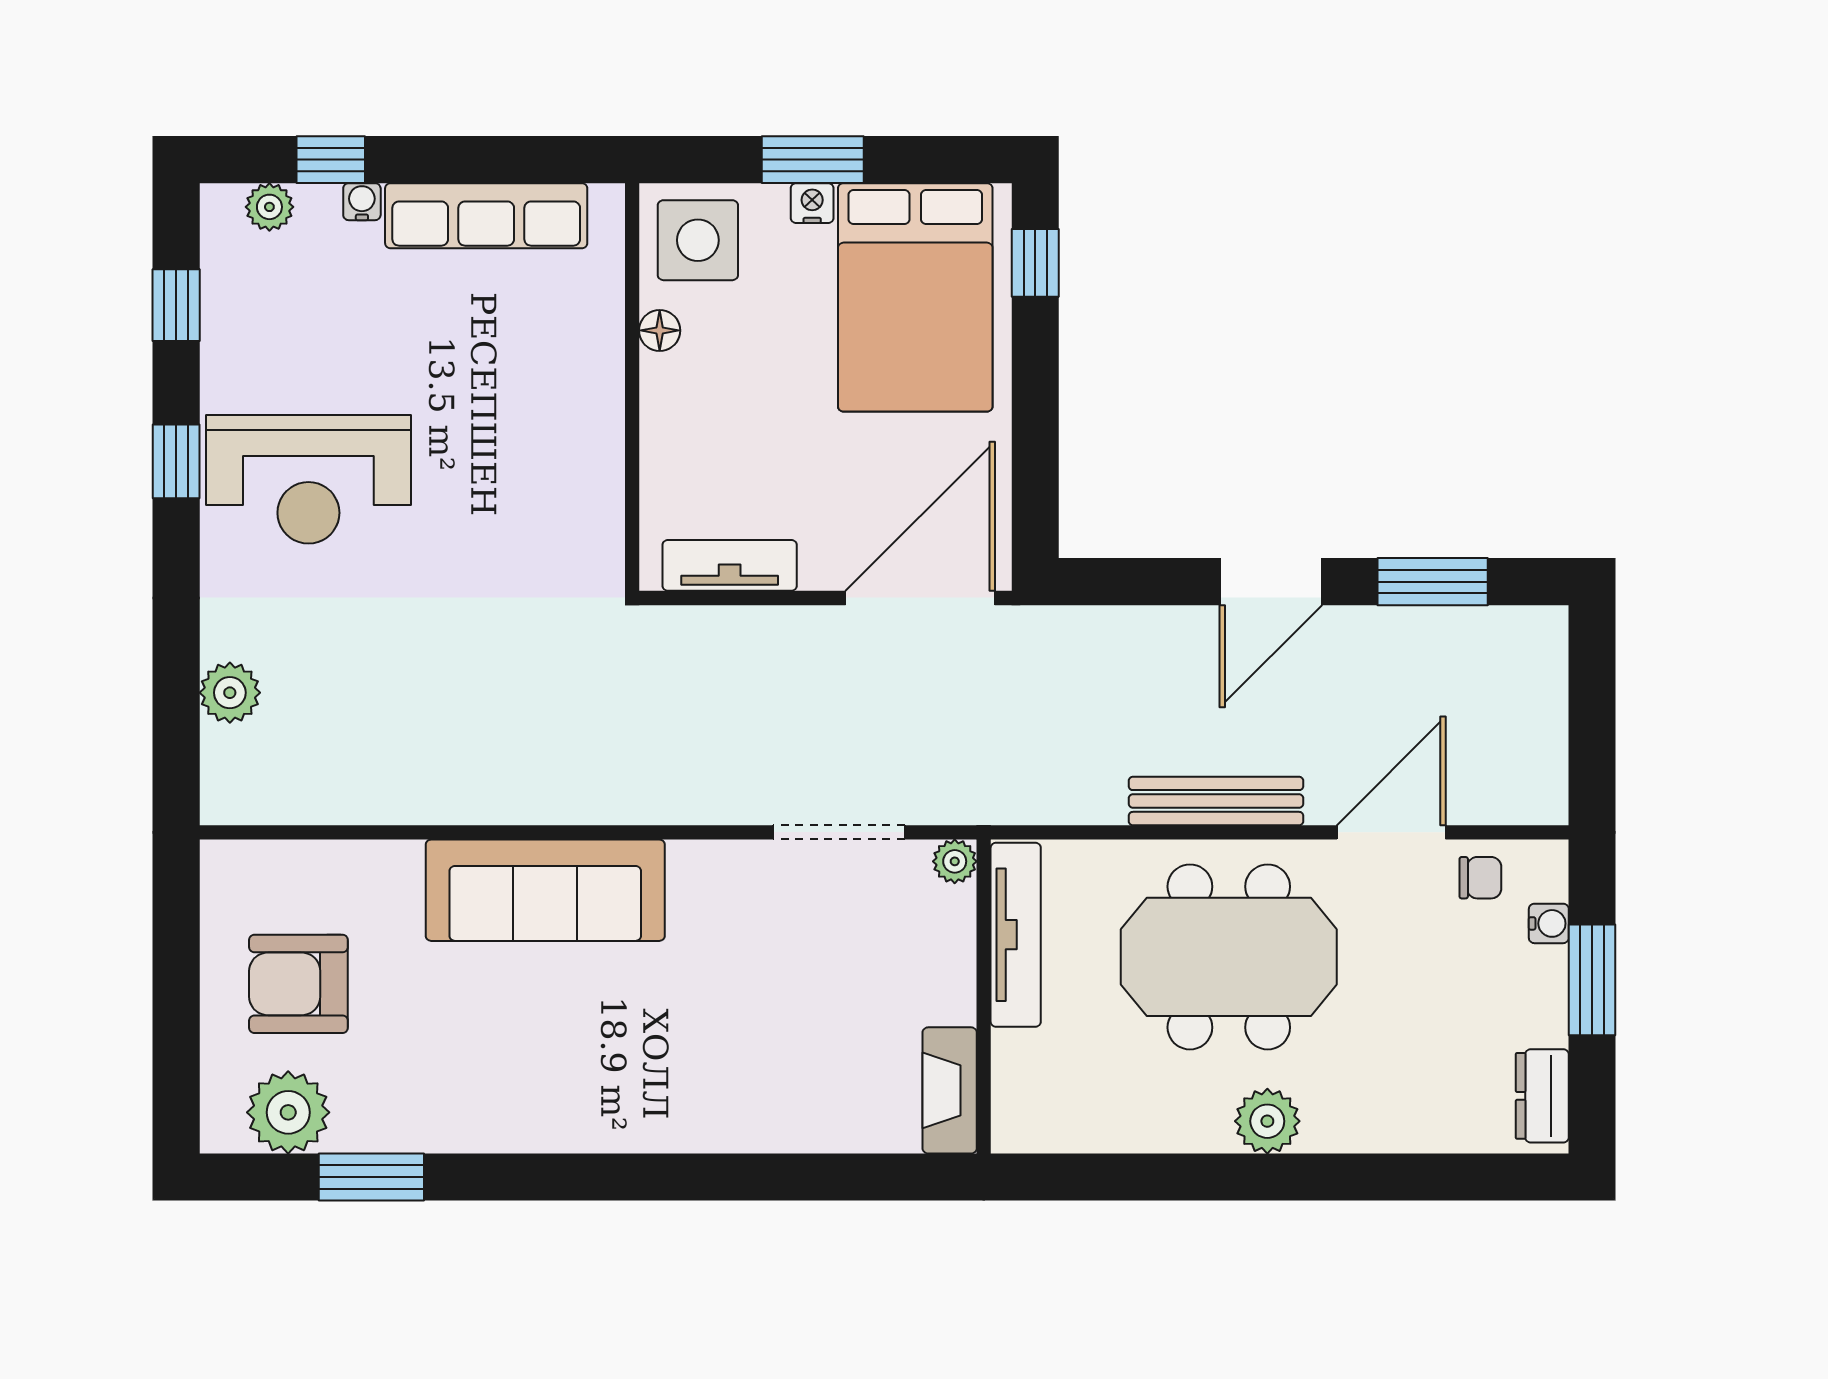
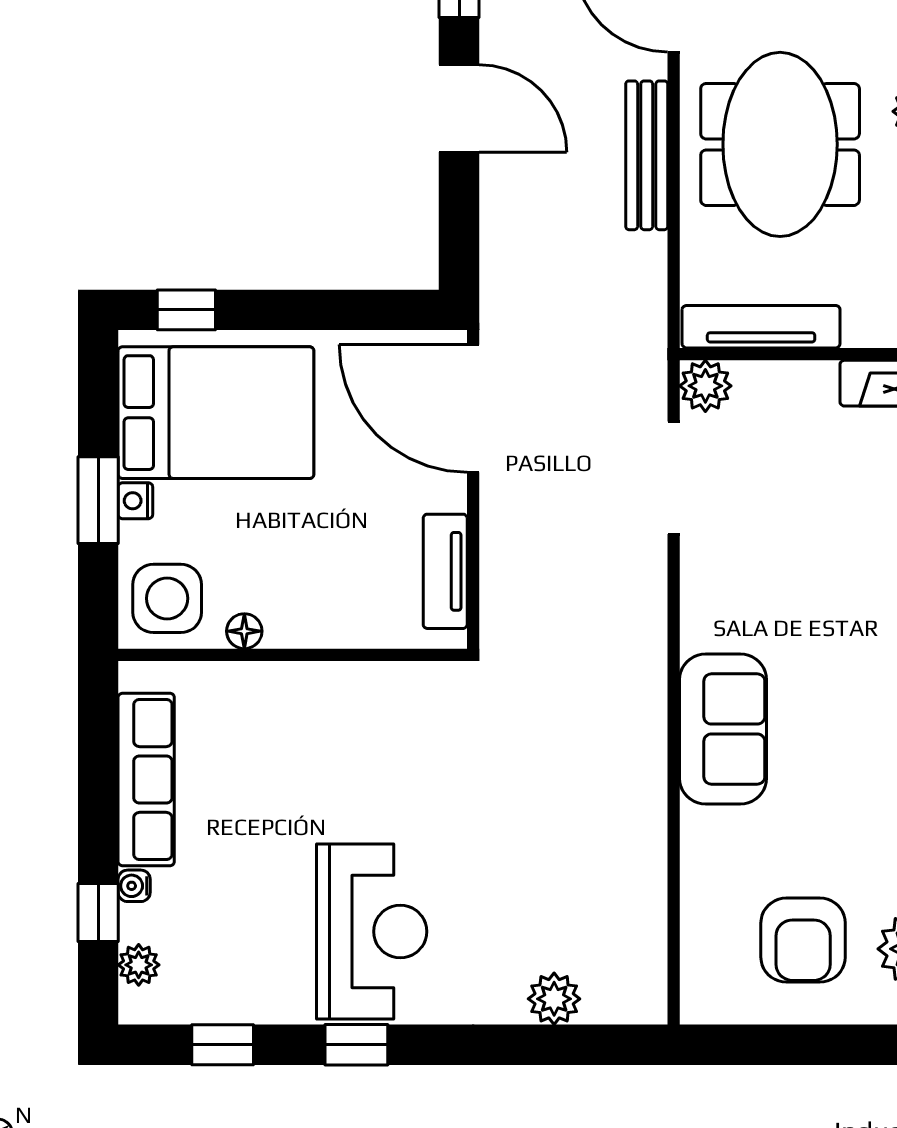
plant: (955, 861) -> (705, 386), width x1.38, depth x1.38
sofa: (545, 890) -> (723, 729), width x0.73

